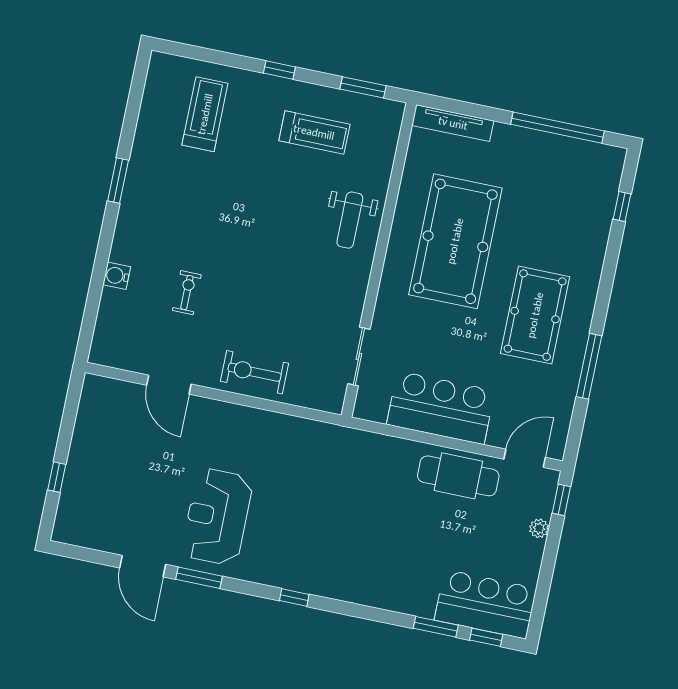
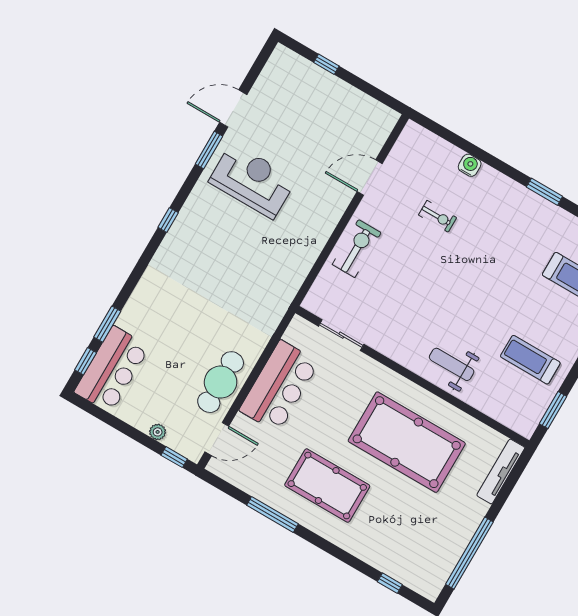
treadmill: (314, 132) -> (530, 360), turned 90
door: (525, 458) -> (217, 439), hinge flipped

